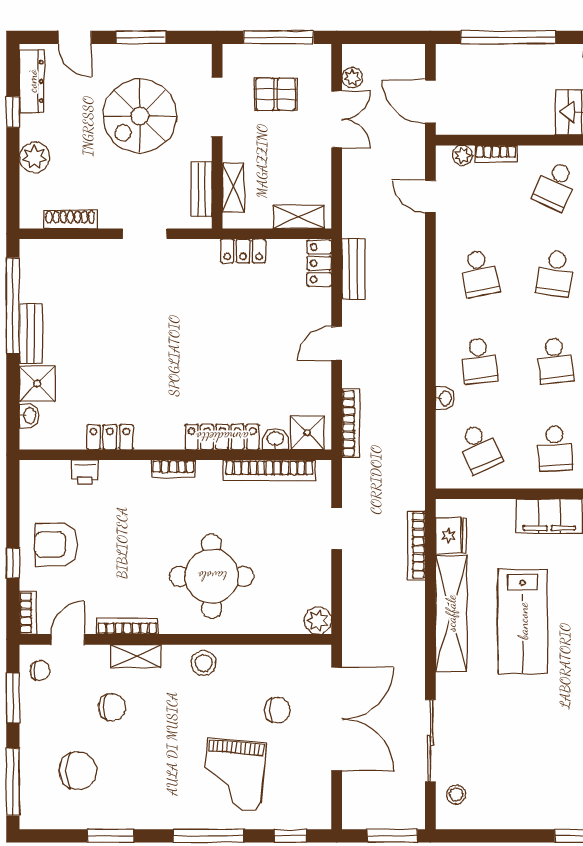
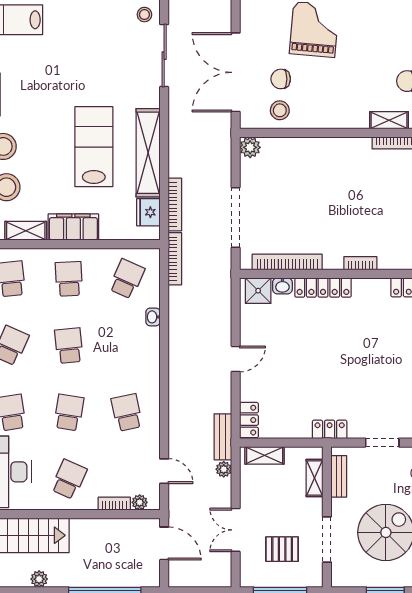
plant: (352, 78) -> (224, 469), moved
locker: (243, 251) -> (330, 429), moved
bench: (353, 269) -> (223, 437), moved
school desk: (479, 361) -> (127, 346), removed
bookcase: (351, 423) -> (175, 259), moved, turned 180
school desk: (479, 448) -> (127, 279), turned 48
doorway: (337, 529) -> (236, 218), width x1.88
round table: (212, 576) -> (331, 181), removed
stool: (204, 663) -> (280, 110), moved

